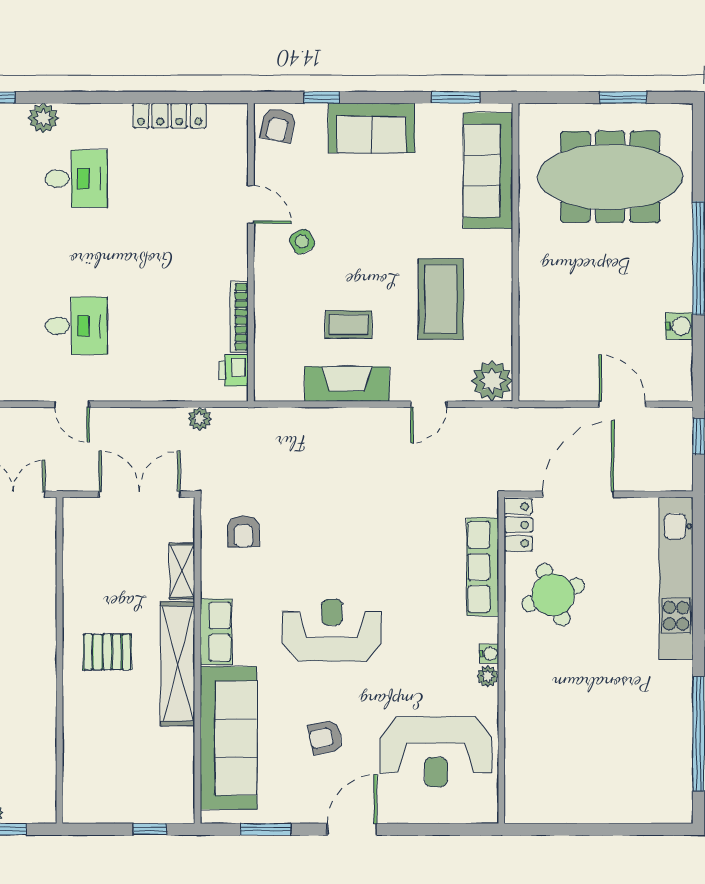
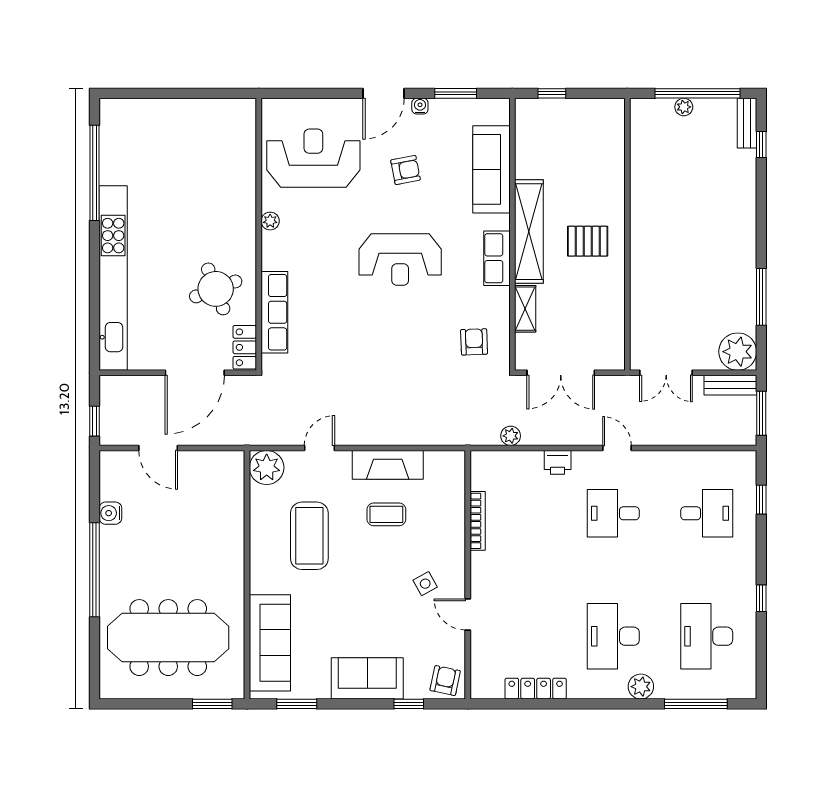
window: (623, 97) -> (212, 704), moved
desk: (76, 179) -> (613, 636), width x1.37
printer: (234, 370) -> (558, 462), moved, turned 90
kitchen unit: (676, 578) -> (113, 278), width x1.36
water cooler: (489, 654) -> (420, 106), moved, turned 90
sofa: (229, 738) -> (491, 169), width x0.74, depth x0.79

